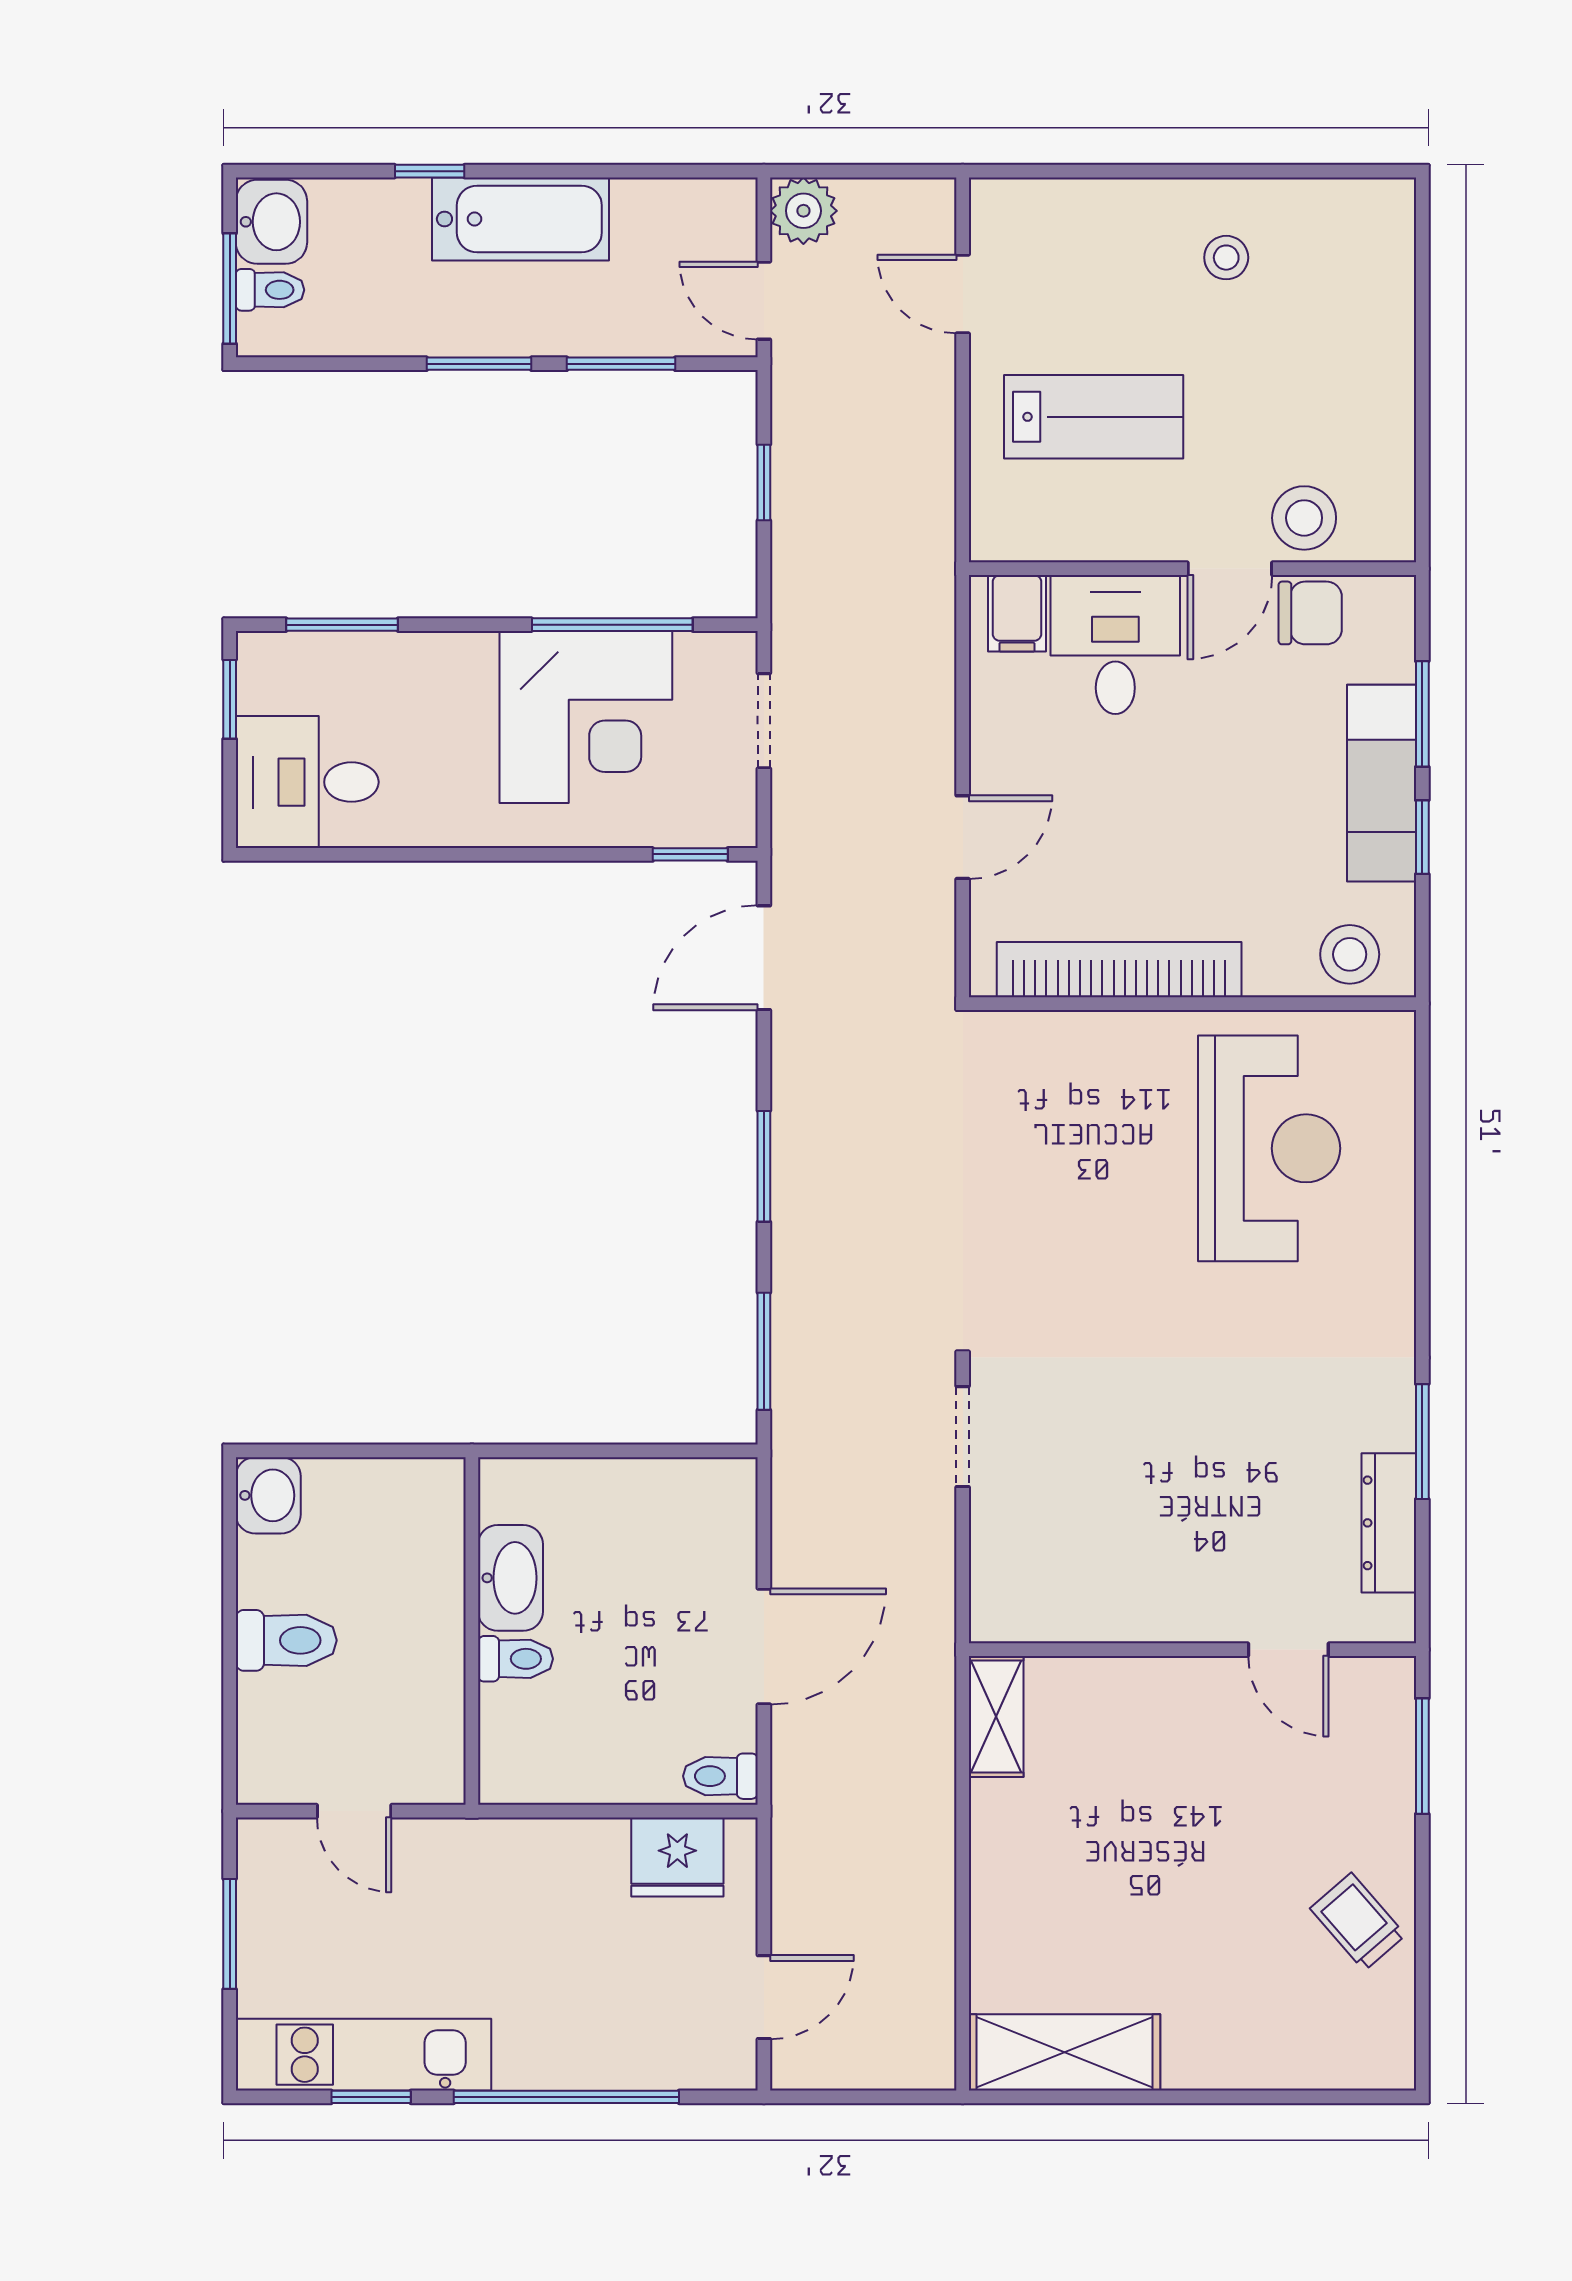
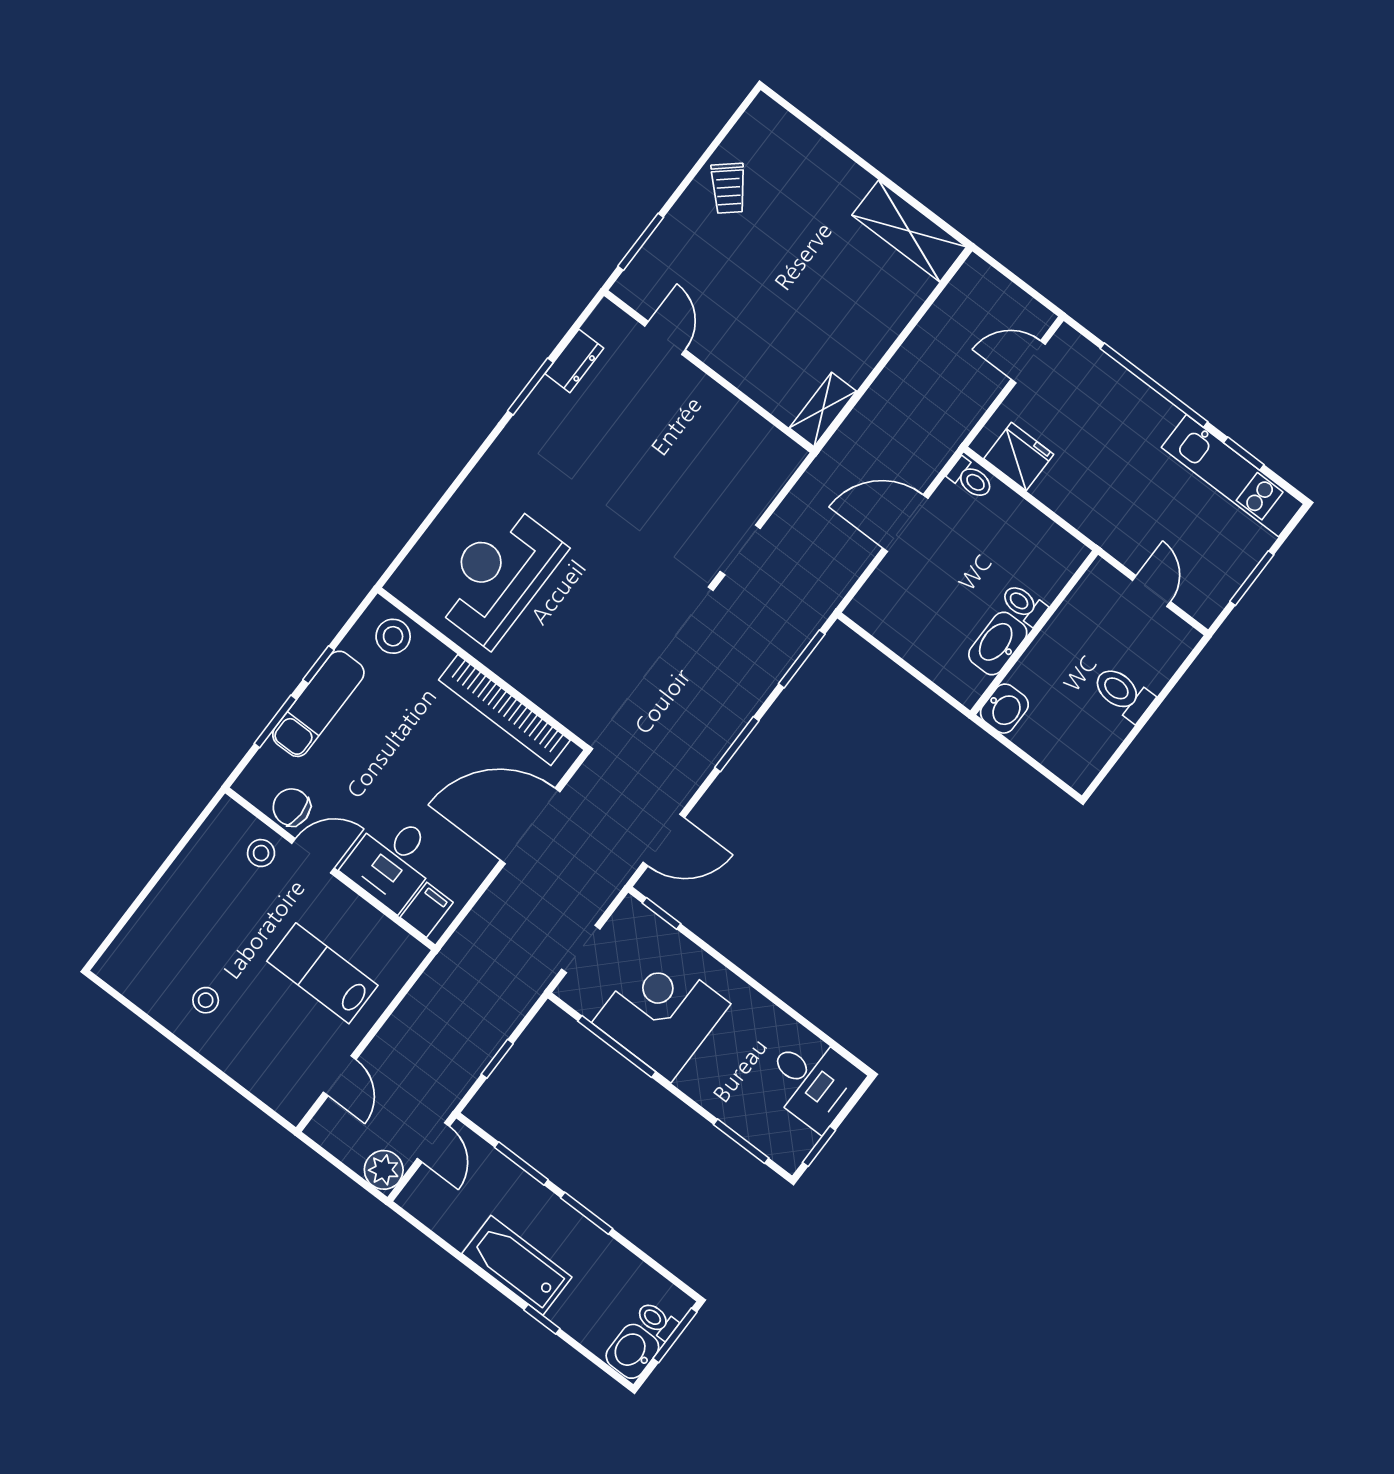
stool: (1304, 518) -> (261, 853), width x0.73, depth x0.73
door: (963, 837) -> (530, 826), width x1.88
washbasin: (268, 1495) -> (1004, 709), moved, turned 180
dresser: (1389, 1523) -> (574, 361), width x0.70

